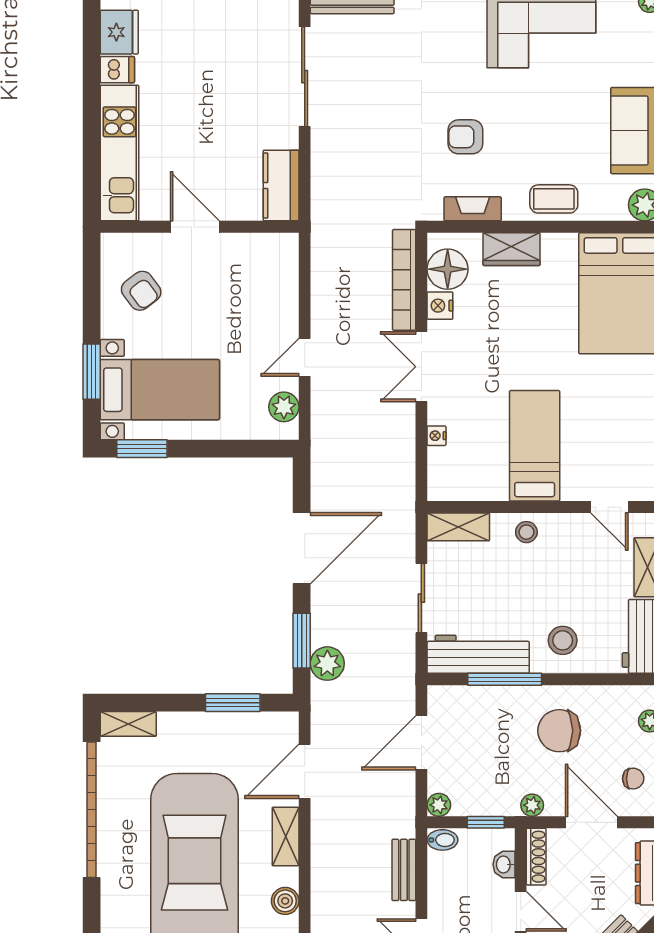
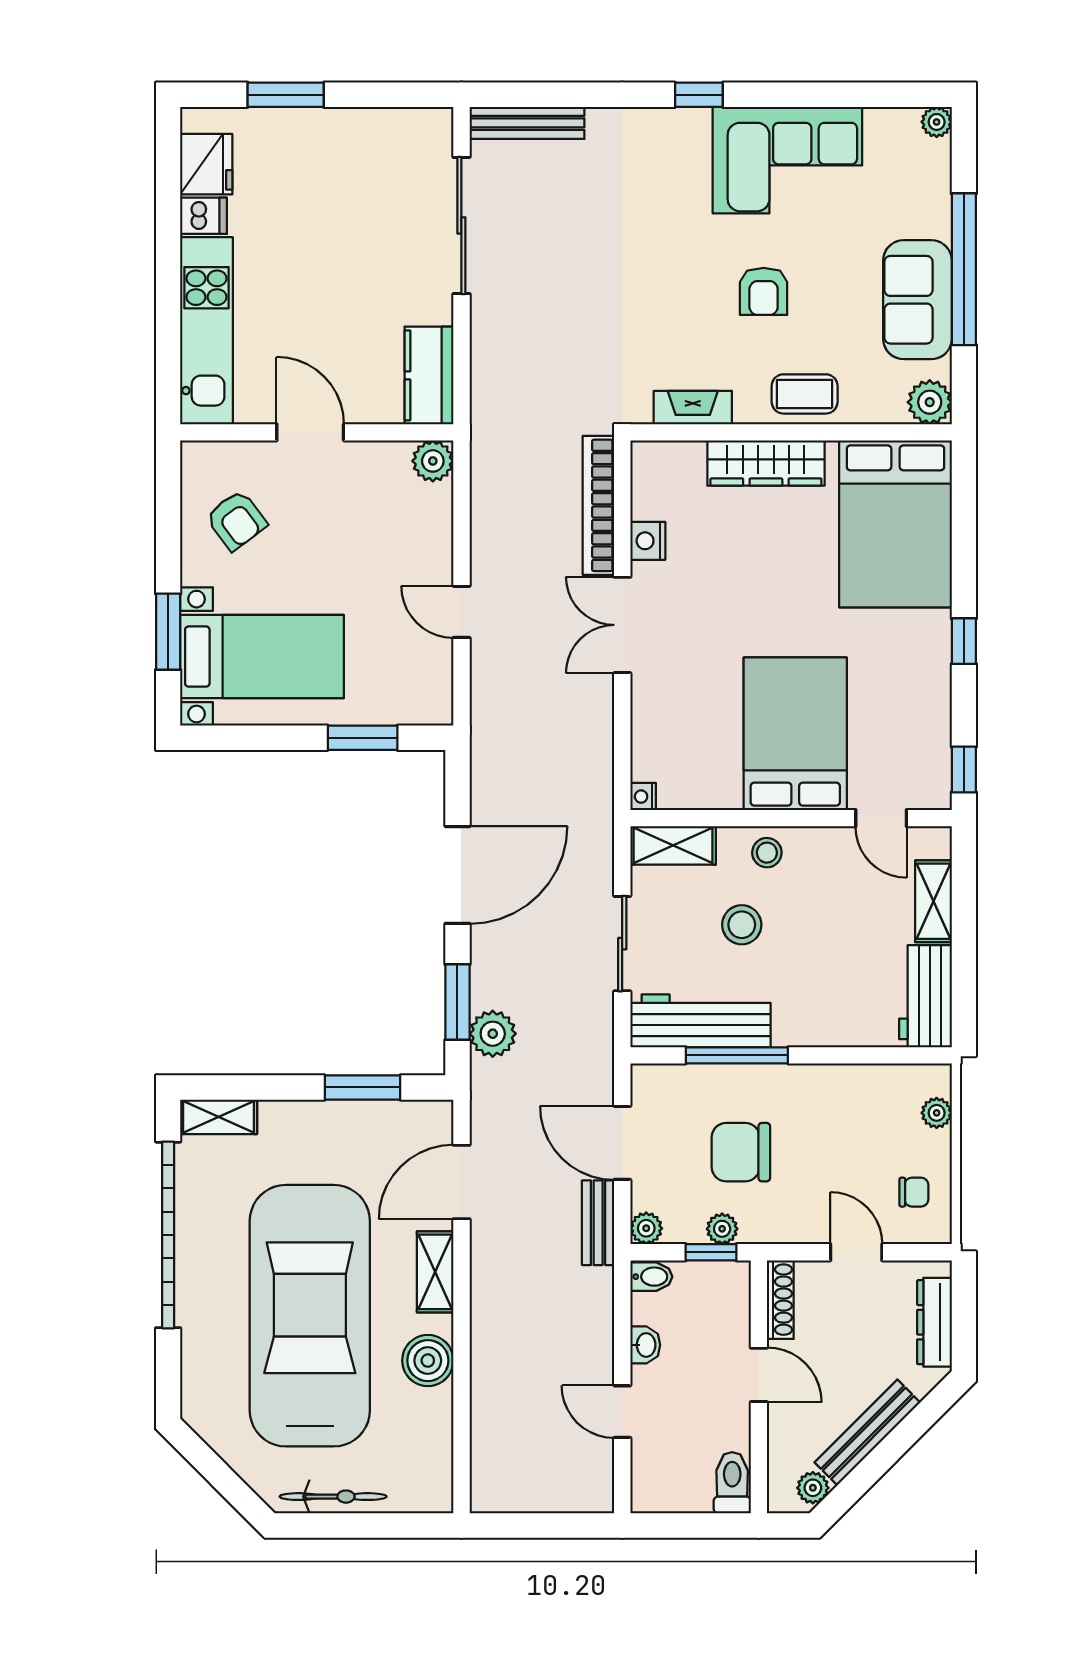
armchair: (465, 137) -> (764, 291), moved, turned -90
wardrobe: (512, 249) -> (766, 463), width x1.50
floor lamp: (448, 269) -> (658, 491), removed
door: (305, 357) -> (461, 612), hinge flipped
plant: (284, 407) -> (433, 461), moved
nightstand: (437, 436) -> (643, 797), moved
bed: (535, 446) -> (795, 734), width x1.50
window: (142, 449) -> (363, 738), moved
stool: (563, 640) -> (742, 925), moved
chair: (559, 731) -> (741, 1152), moved
door: (421, 743) -> (622, 1143), hinge flipped
plant: (532, 805) -> (722, 1229), moved
door: (591, 822) -> (856, 1252), width x0.73
washbasin: (504, 864) -> (645, 1345), moved, turned 180
bench: (404, 870) -> (598, 1223), moved
boiler: (285, 901) -> (428, 1361), width x1.36, depth x1.36

